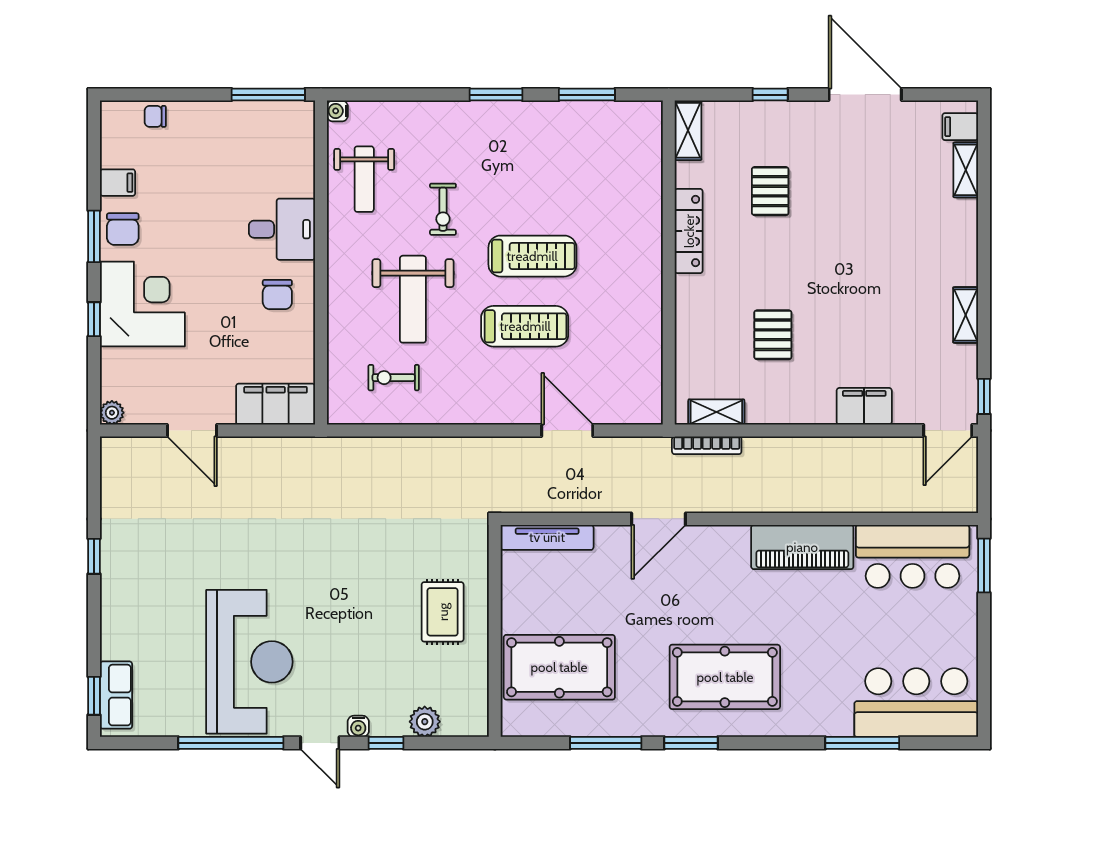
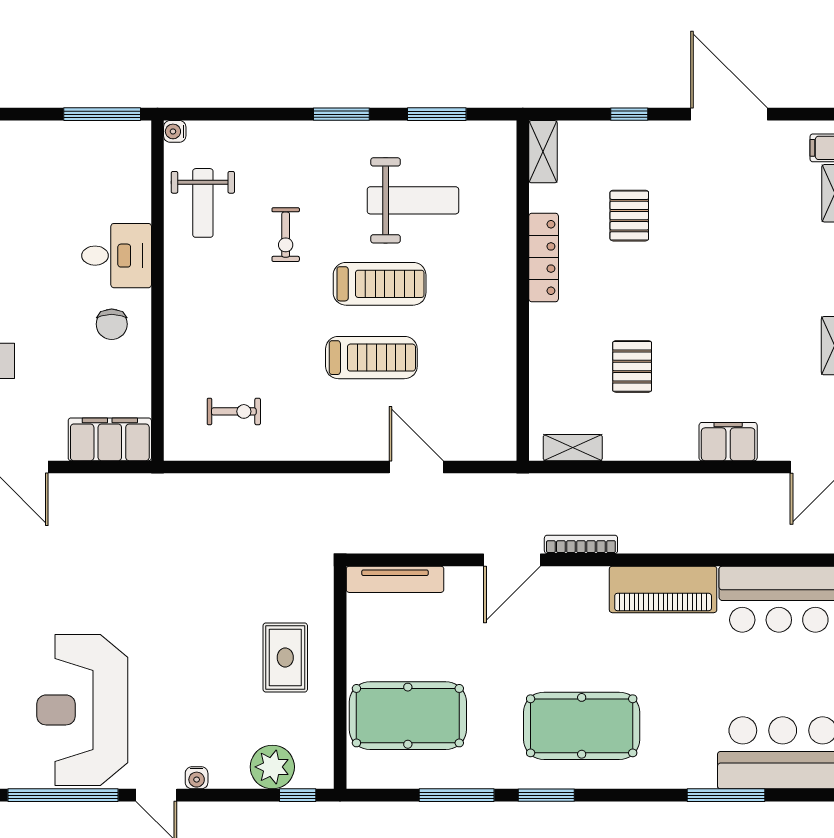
weight bench: (413, 299) -> (413, 200), moved, turned -90
exercise bike: (394, 378) -> (234, 411), turned 180
bookcase: (707, 445) -> (581, 544), moved, turned 180
reception desk: (249, 662) -> (82, 710), turned 180
plant: (425, 722) -> (272, 767), width x1.36, depth x1.36
window: (386, 743) -> (298, 795), moved

